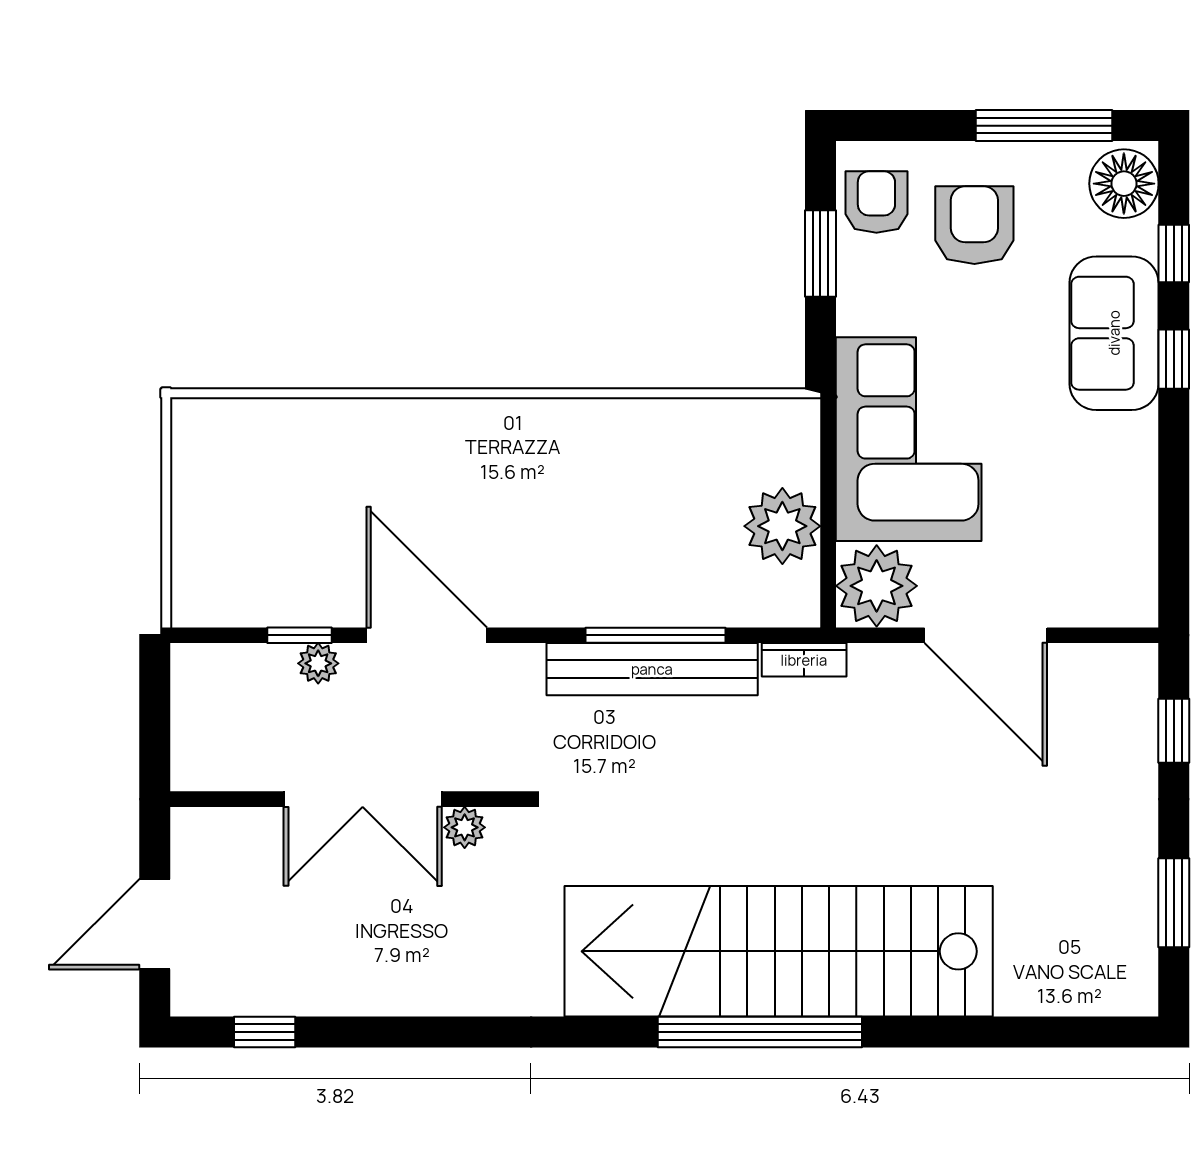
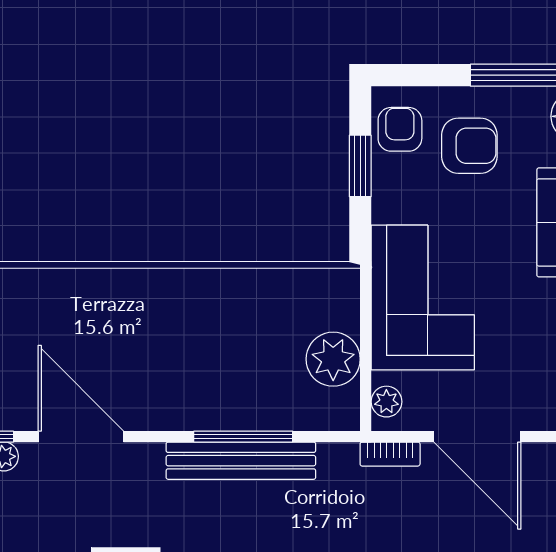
armchair: (974, 225) -> (469, 146), turned 90
plant: (877, 586) -> (386, 402), width x0.53, depth x0.53
bookcase: (804, 660) -> (390, 454), moved

